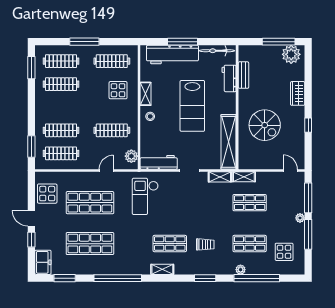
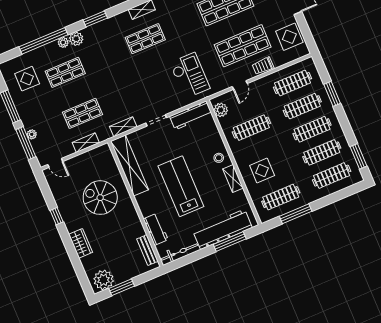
window: (84, 42) -> (296, 214), moved
window: (182, 42) -> (230, 242), moved
window: (279, 42) -> (122, 287), width x0.69
bench: (243, 75) -> (147, 250), moved
clothes rail: (61, 107) -> (312, 129), added
window: (31, 147) -> (332, 94), moved
shelving: (244, 177) -> (86, 143), moved
plant: (300, 218) -> (32, 134), moved
trolley: (205, 244) -> (263, 66), moved
plant: (228, 268) -> (76, 39), added

